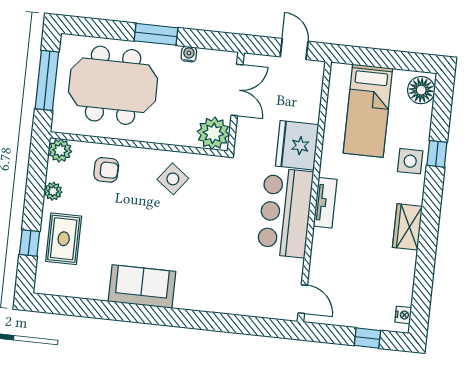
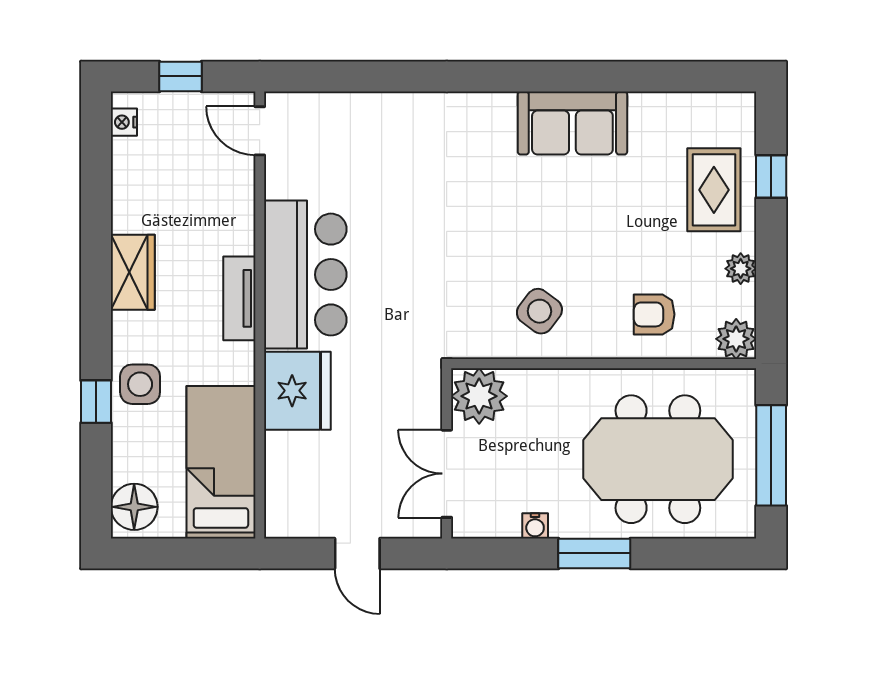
fridge: (297, 145) -> (297, 391), moved
wall: (314, 192) -> (260, 315), moved
tv unit: (325, 203) -> (239, 298), moved
bar counter: (285, 212) -> (305, 275), moved
door: (303, 299) -> (260, 131), moved

